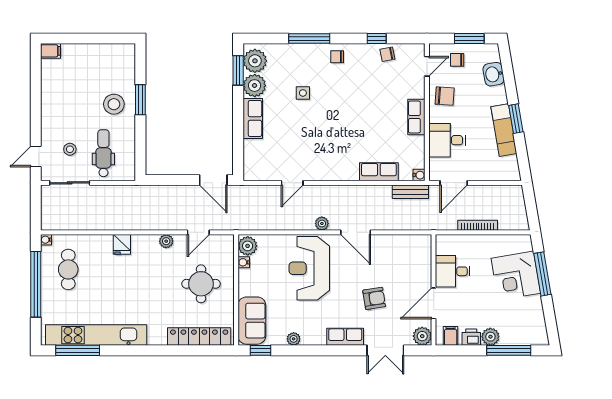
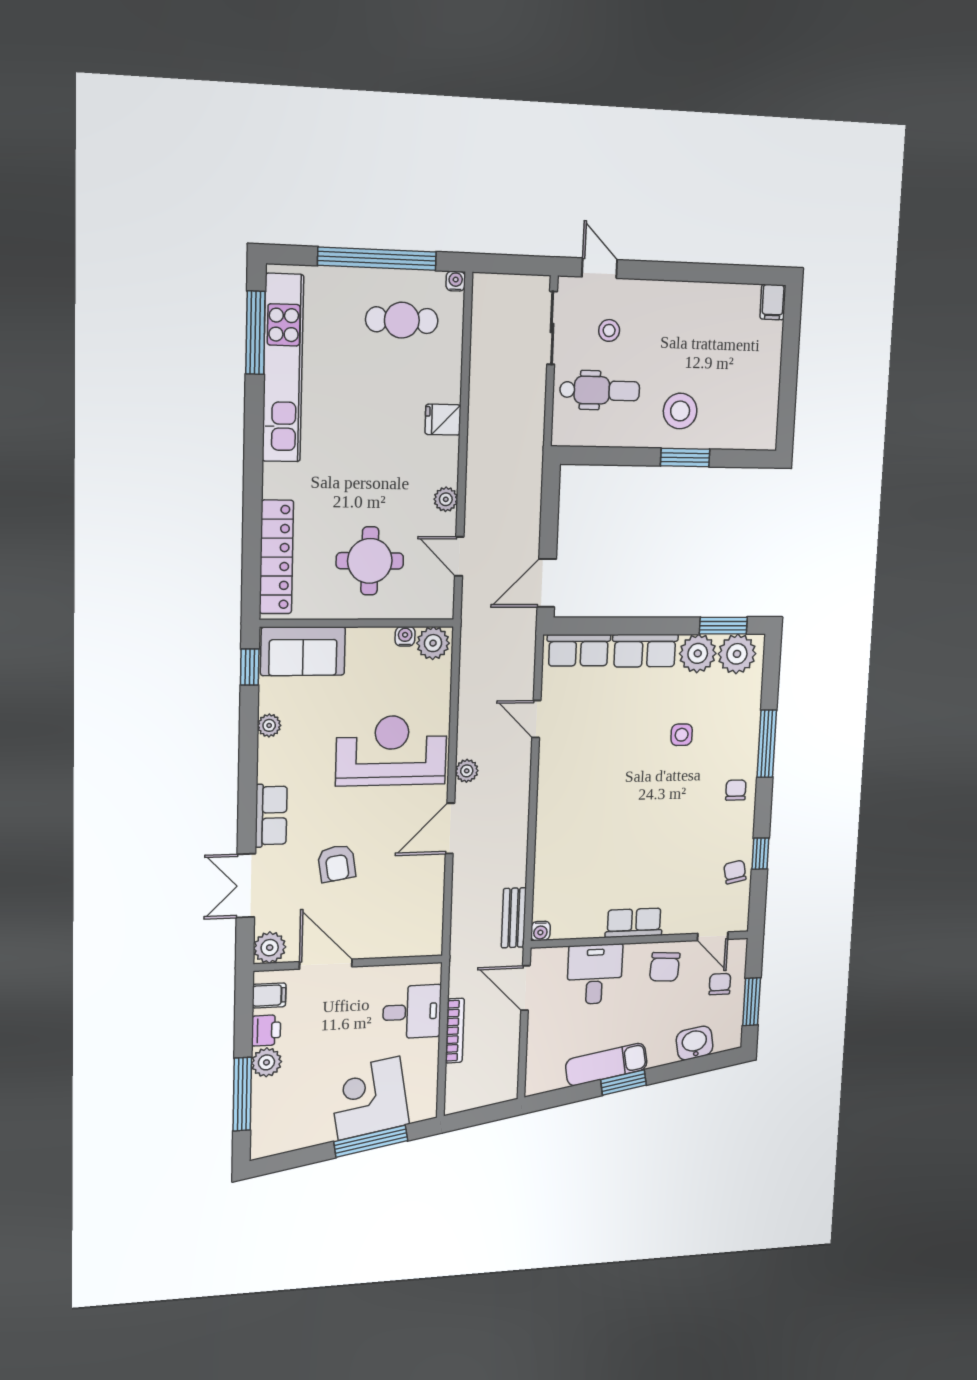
row of seats: (379, 172) -> (578, 650), moved, turned 90
desk: (453, 271) -> (412, 1012), moved, turned 90

